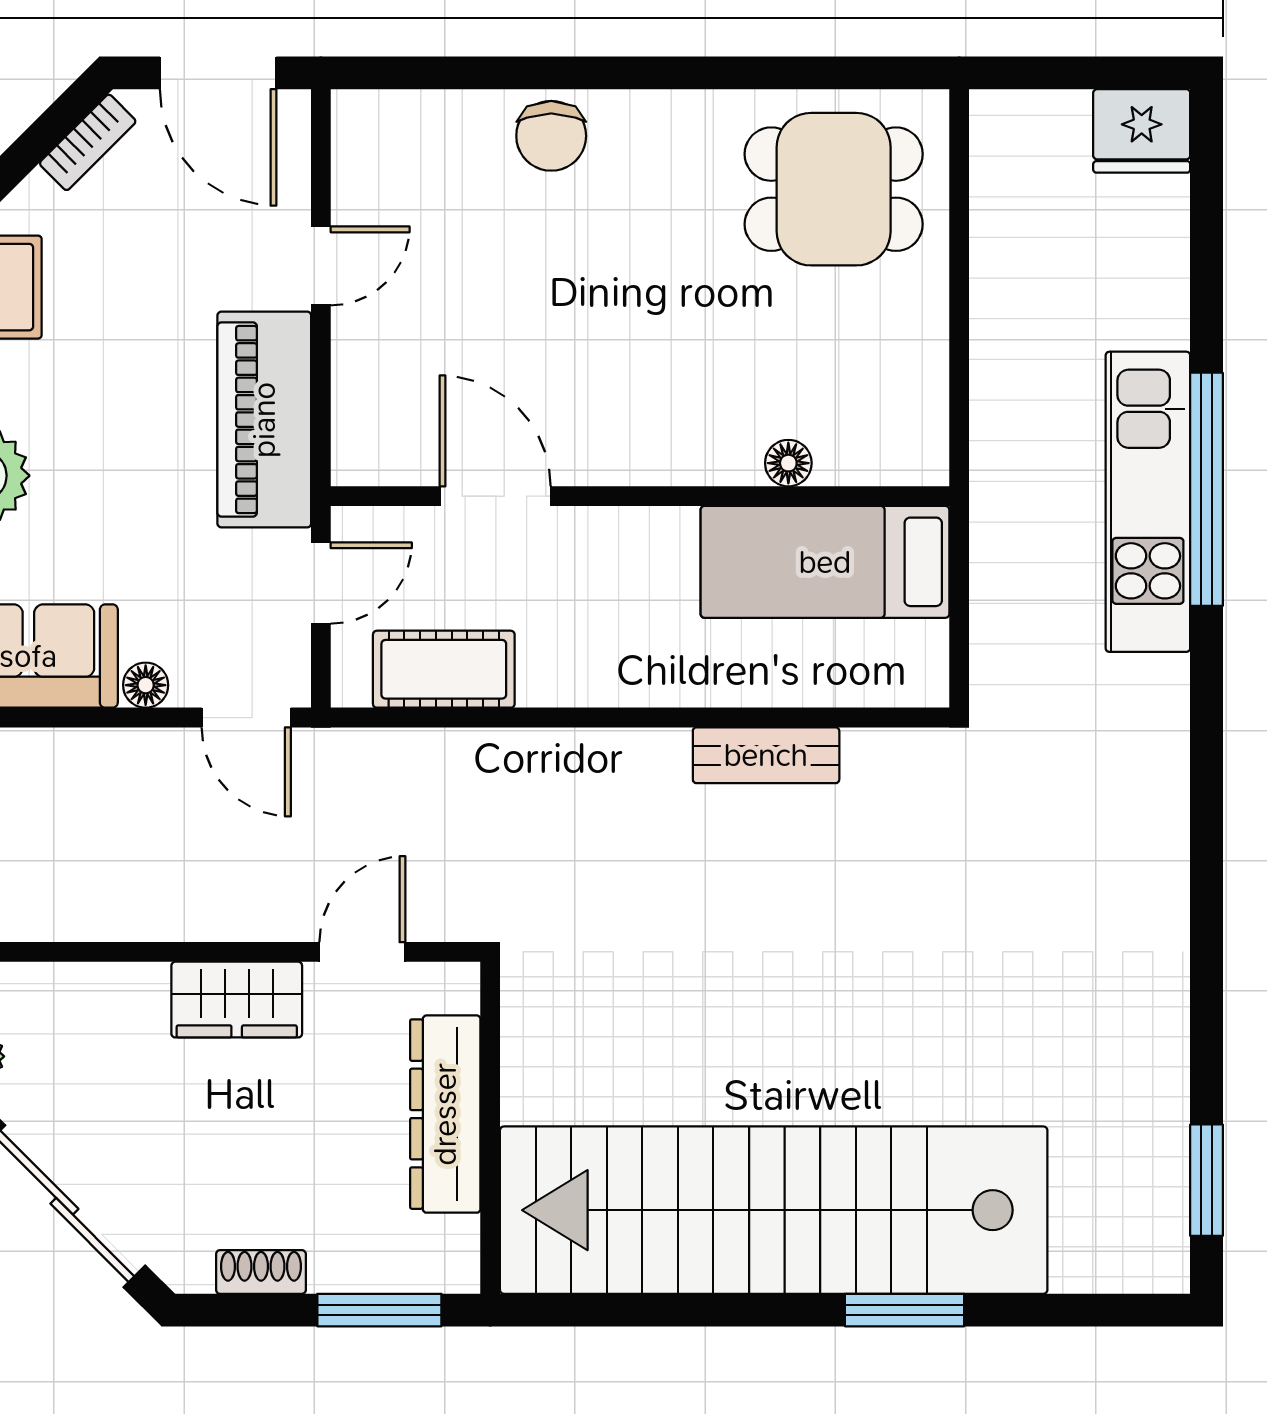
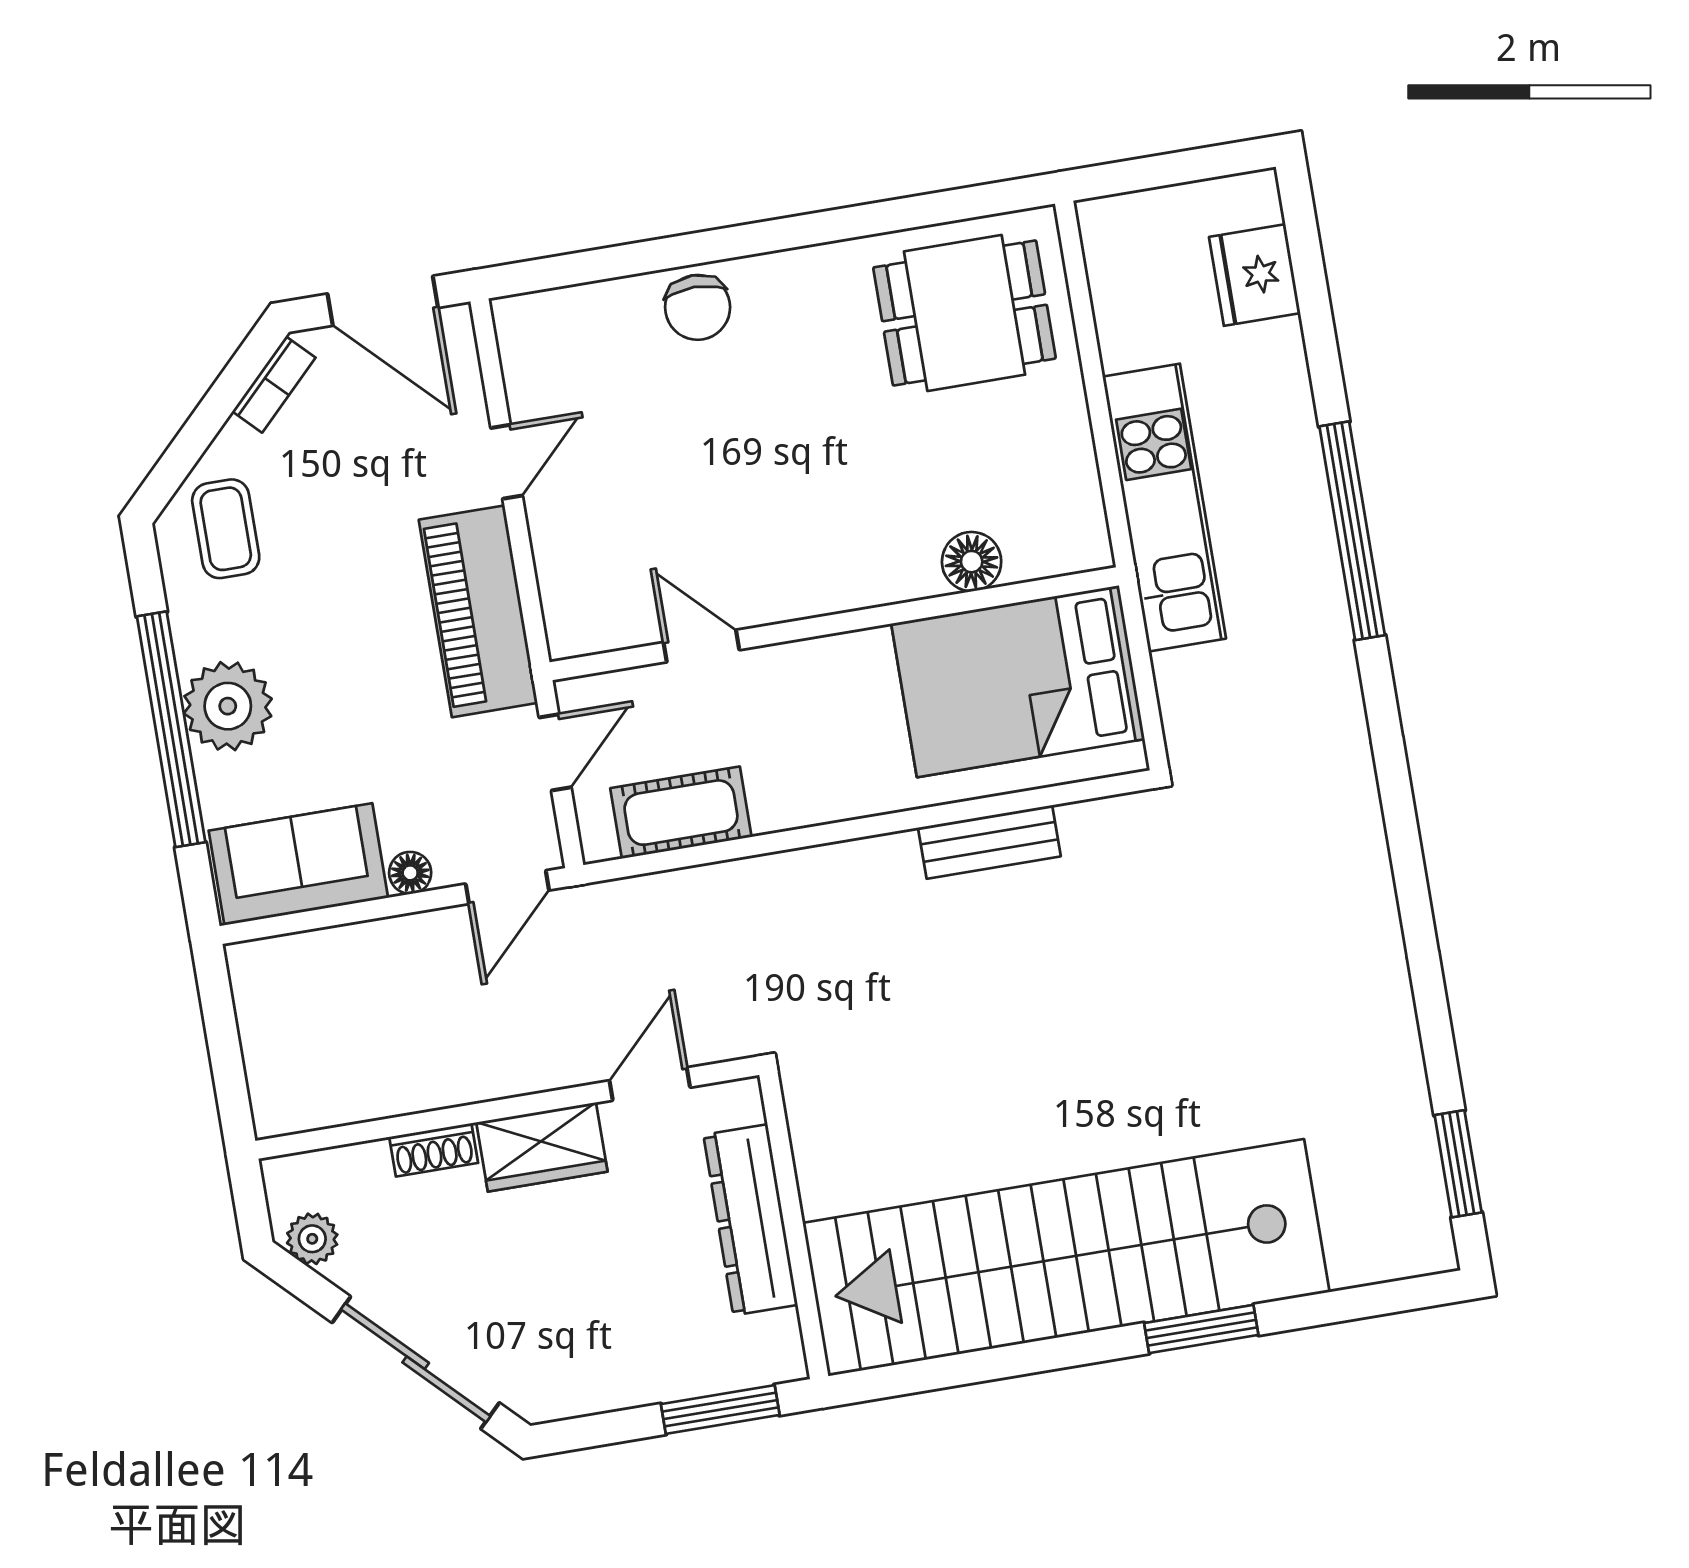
fridge: (1142, 131) -> (1255, 275), moved, turned 90
floor lamp: (788, 463) -> (972, 562), width x1.37, depth x1.37
door: (495, 496) -> (701, 646), width x0.73
kitchen unit: (1148, 502) -> (1164, 508), moved, turned 180
bed: (825, 562) -> (1018, 681), width x1.50
door: (246, 718) -> (507, 887), hinge flipped
shoe rack: (261, 1272) -> (434, 1150), moved, turned 180

